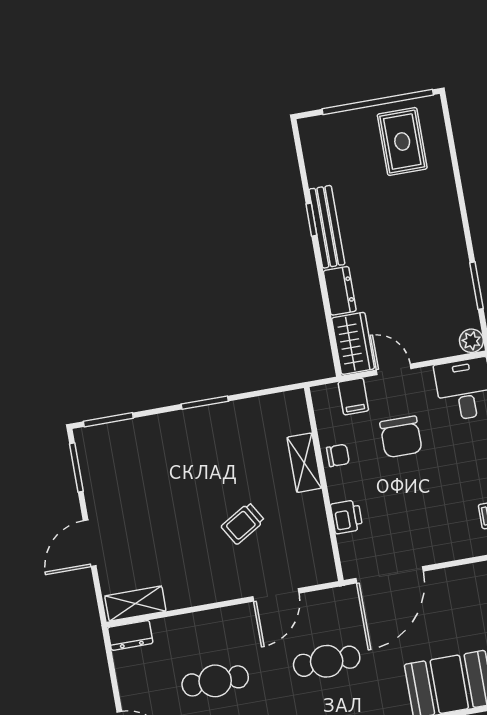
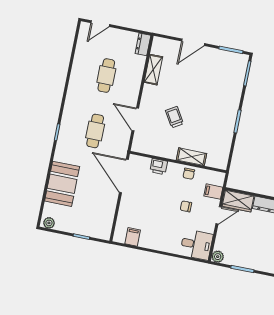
chair: (401, 437) -> (186, 206), width x0.54, depth x0.54
door: (90, 543) -> (193, 42), swing flipped
shelving: (135, 604) -> (153, 70), moved

